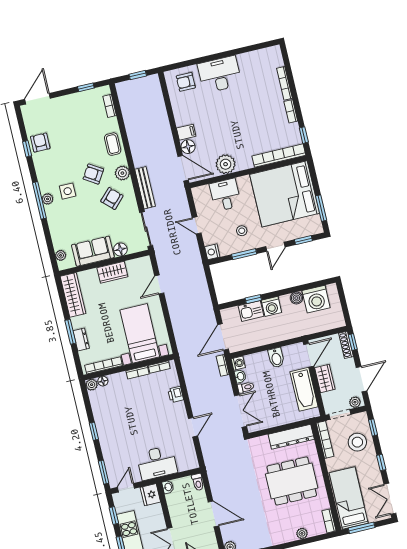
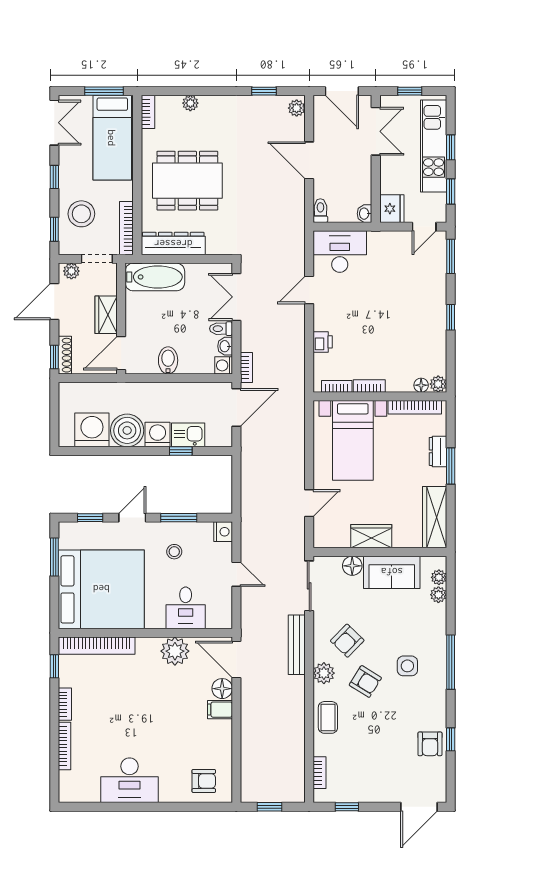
desk: (220, 74) -> (130, 780), moved
plant: (48, 199) -> (438, 595), moved
boiler: (296, 298) -> (127, 430), width x1.86, depth x1.86
bathtub: (304, 389) -> (155, 277), moved, turned 90
desk: (157, 463) -> (340, 252), moved

